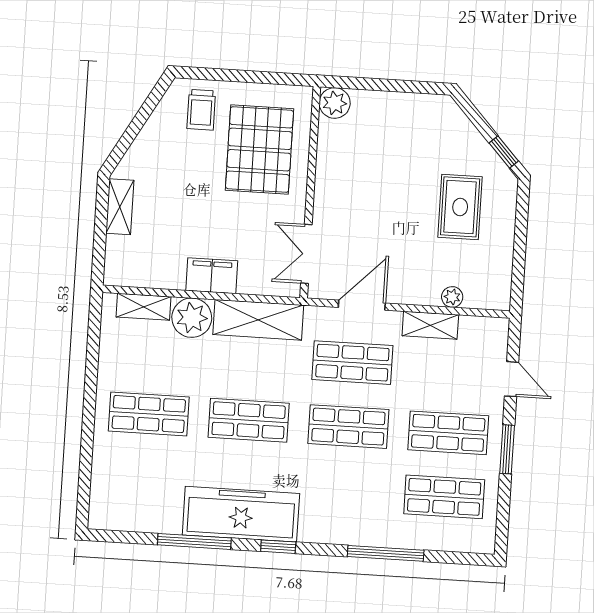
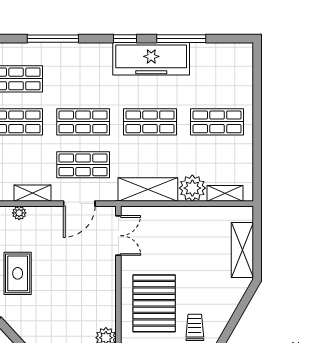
shelving: (120, 207) -> (242, 250), width x1.50, depth x1.33
filing cabinet: (212, 276) -> (181, 217), removed

